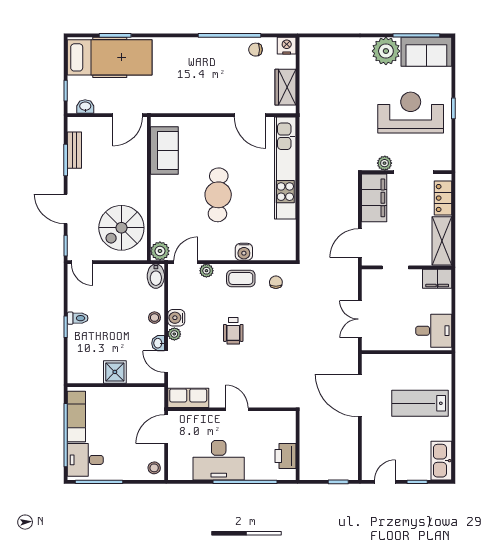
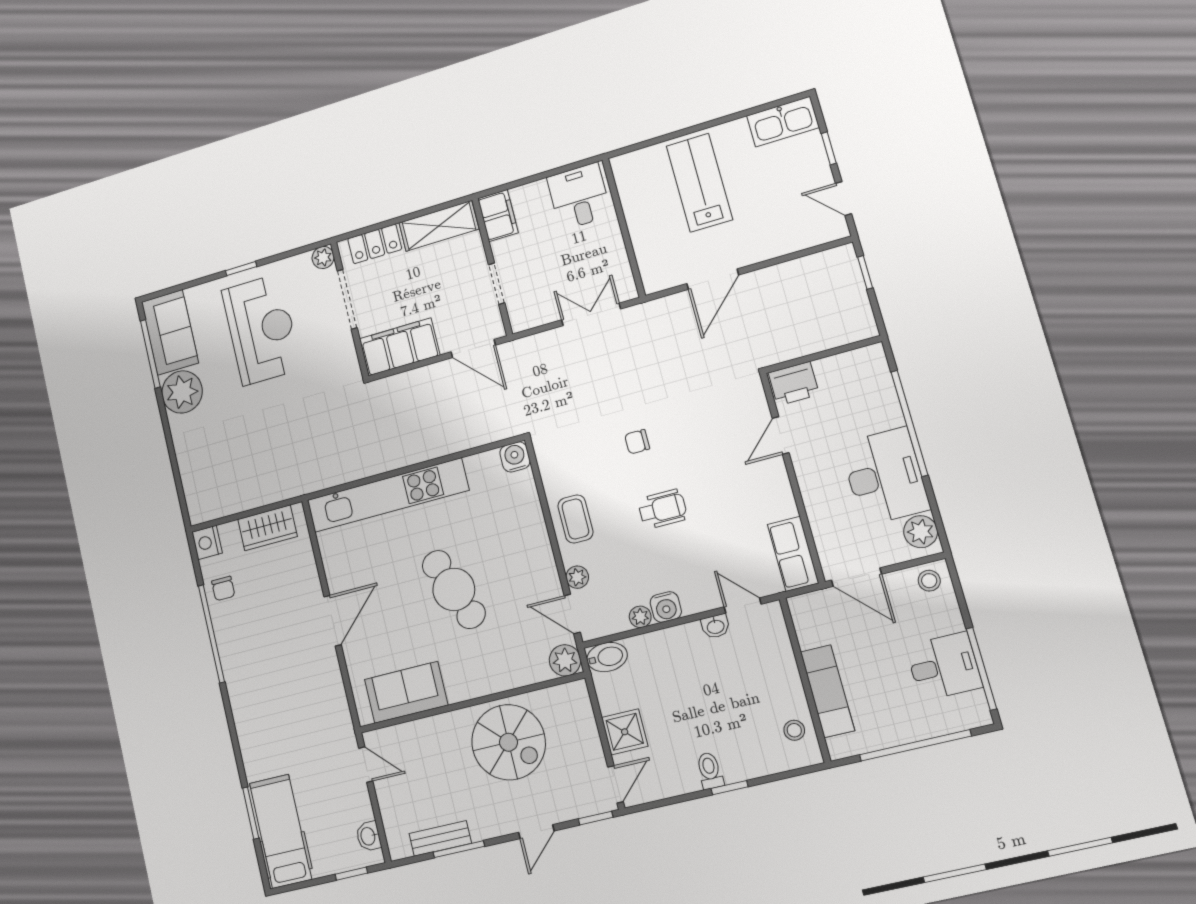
hospital bed: (110, 57) -> (280, 831), width x0.73, depth x0.78
reception desk: (411, 113) -> (261, 329), turned 180
door: (128, 115) -> (366, 765), width x0.73
door: (250, 115) -> (333, 621), moved
plant: (385, 163) -> (323, 257), moved
cafe table: (218, 195) -> (454, 589), turned 67
door: (66, 209) -> (536, 832), width x0.73
spiral stairs: (121, 228) -> (509, 742), moved
water cooler: (244, 252) -> (515, 457), moved, turned -90
chair: (276, 282) -> (637, 442), moved
stool: (154, 318) -> (794, 730), moved
double door: (360, 319) -> (591, 314), swing flipped
plant: (174, 334) -> (640, 617), moved
door: (166, 362) -> (743, 606), swing flipped
shower: (115, 372) -> (625, 732), moved
door: (360, 395) -> (713, 279), width x0.73
lab bench: (420, 403) -> (699, 183), turned 180
door: (237, 409) -> (781, 435), moved
exam couch: (76, 417) -> (827, 691), moved, turned 90
printer: (285, 456) -> (794, 384), moved
desk: (85, 460) -> (944, 666), moved, turned -90
plant: (183, 471) -> (921, 532), added

